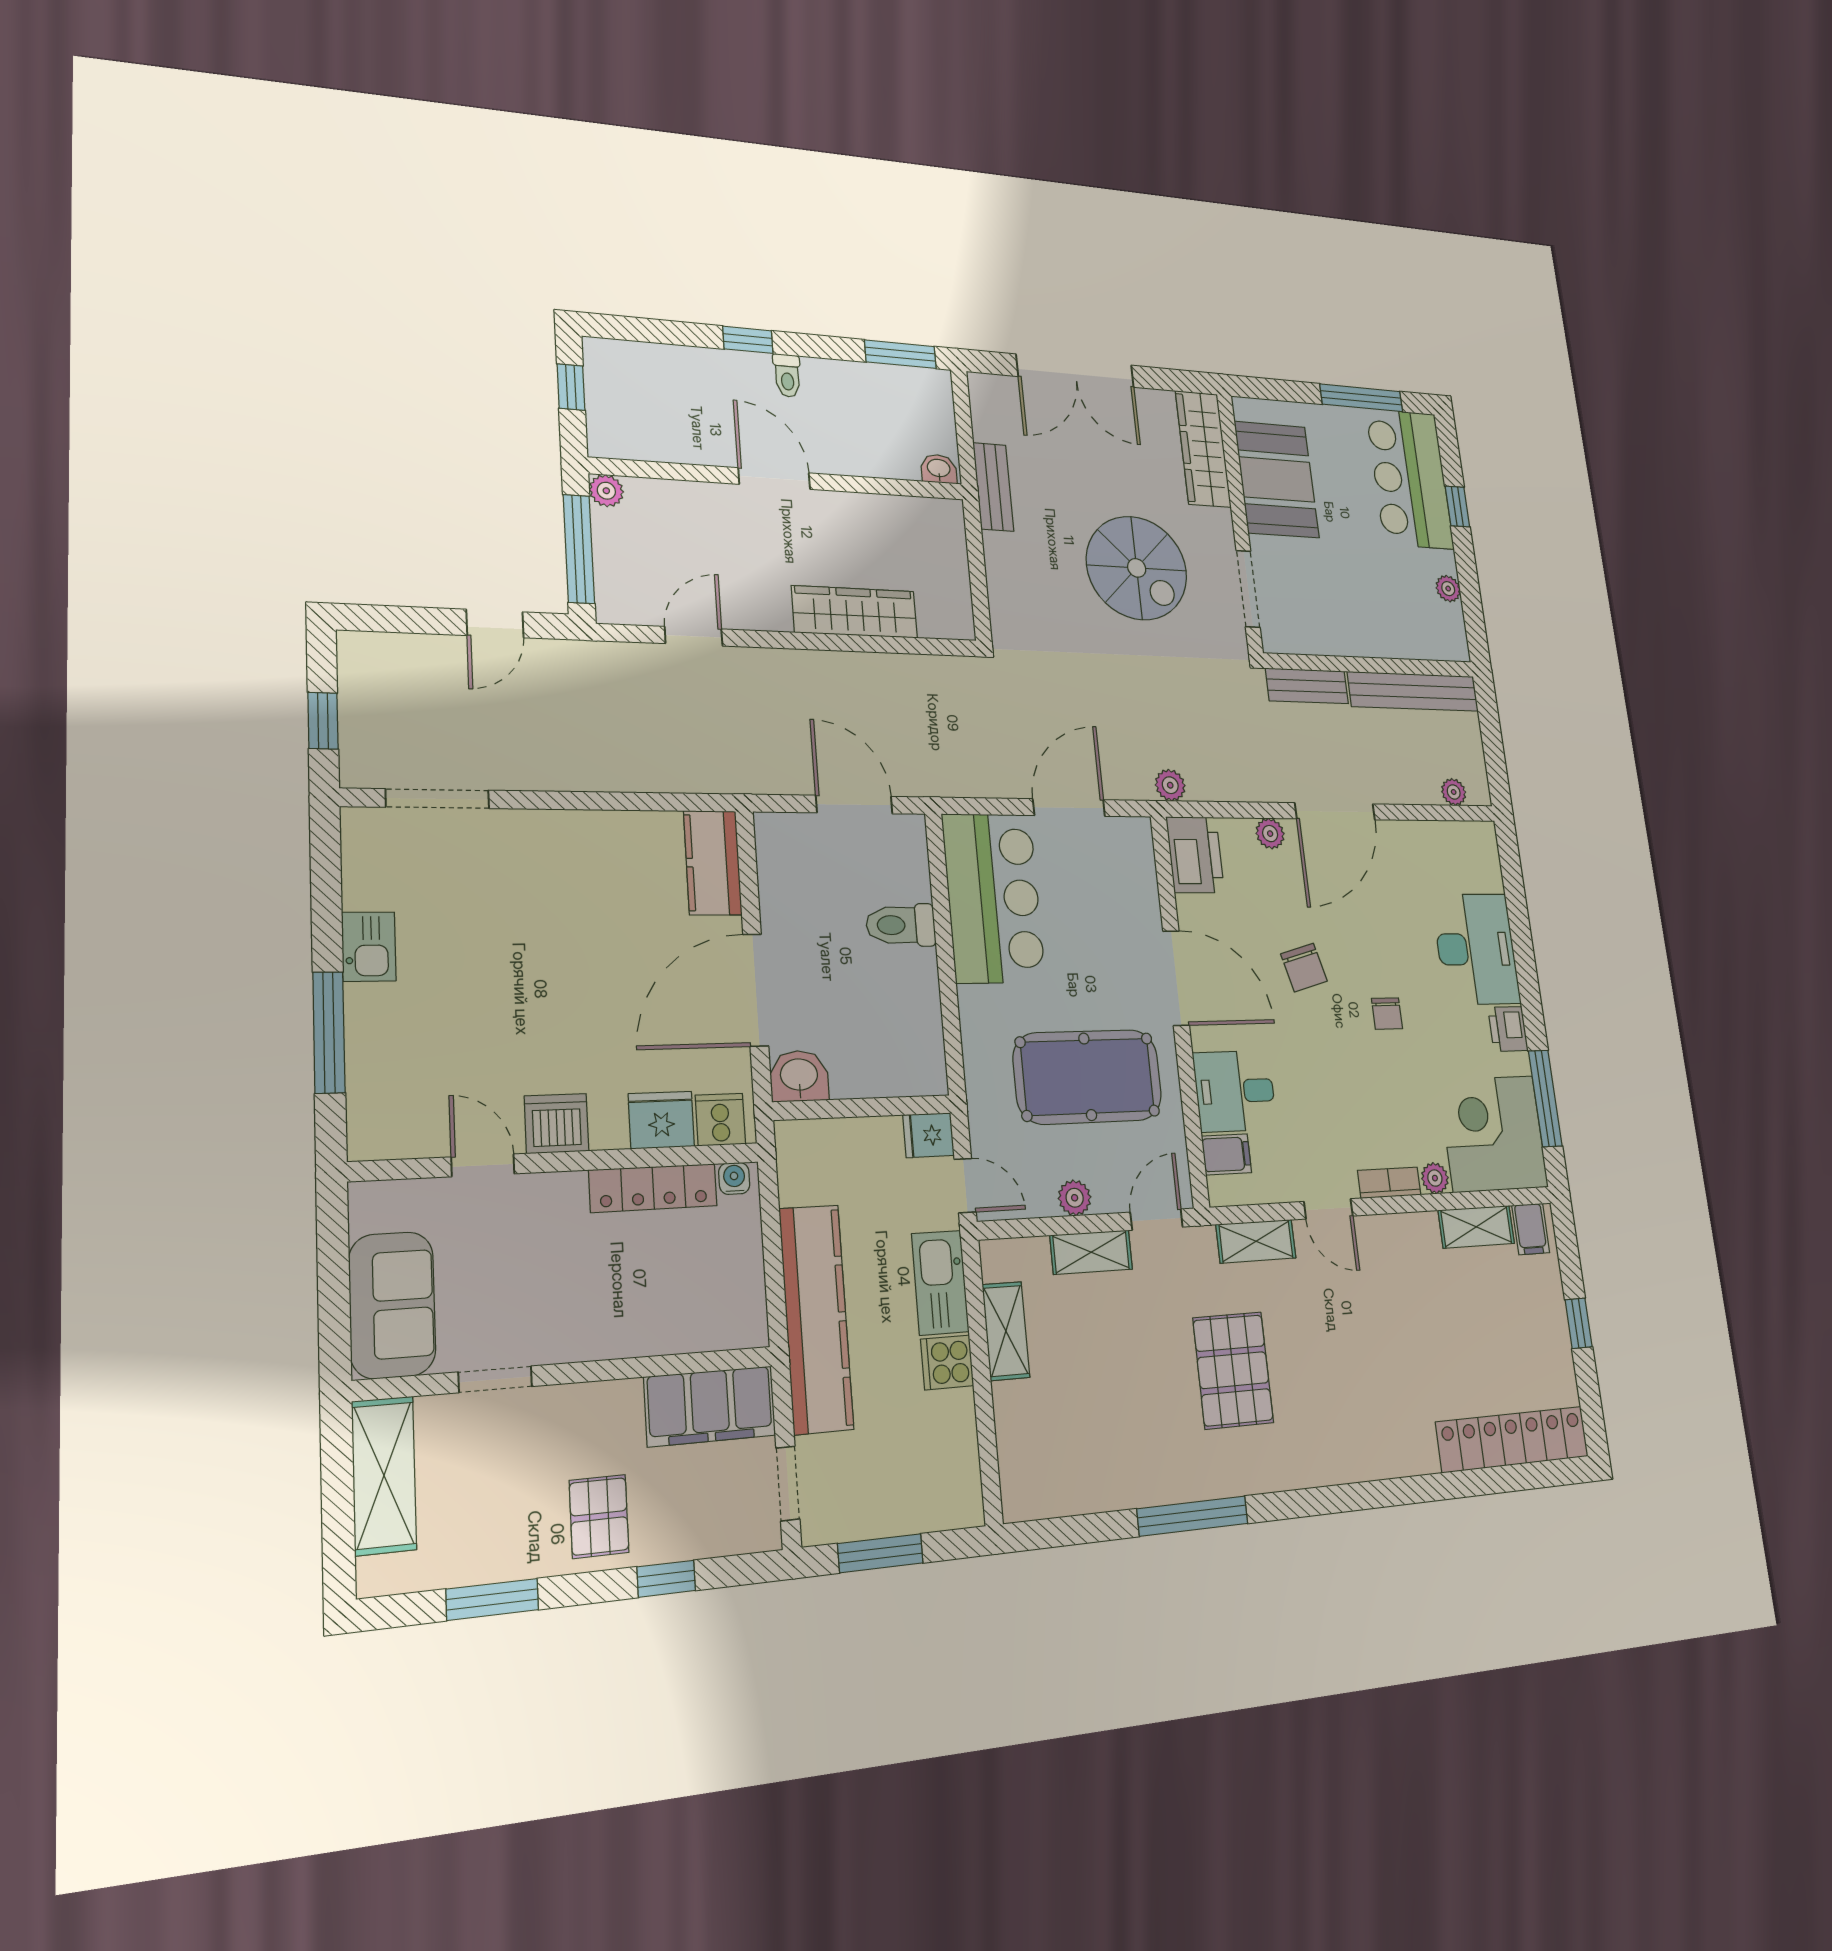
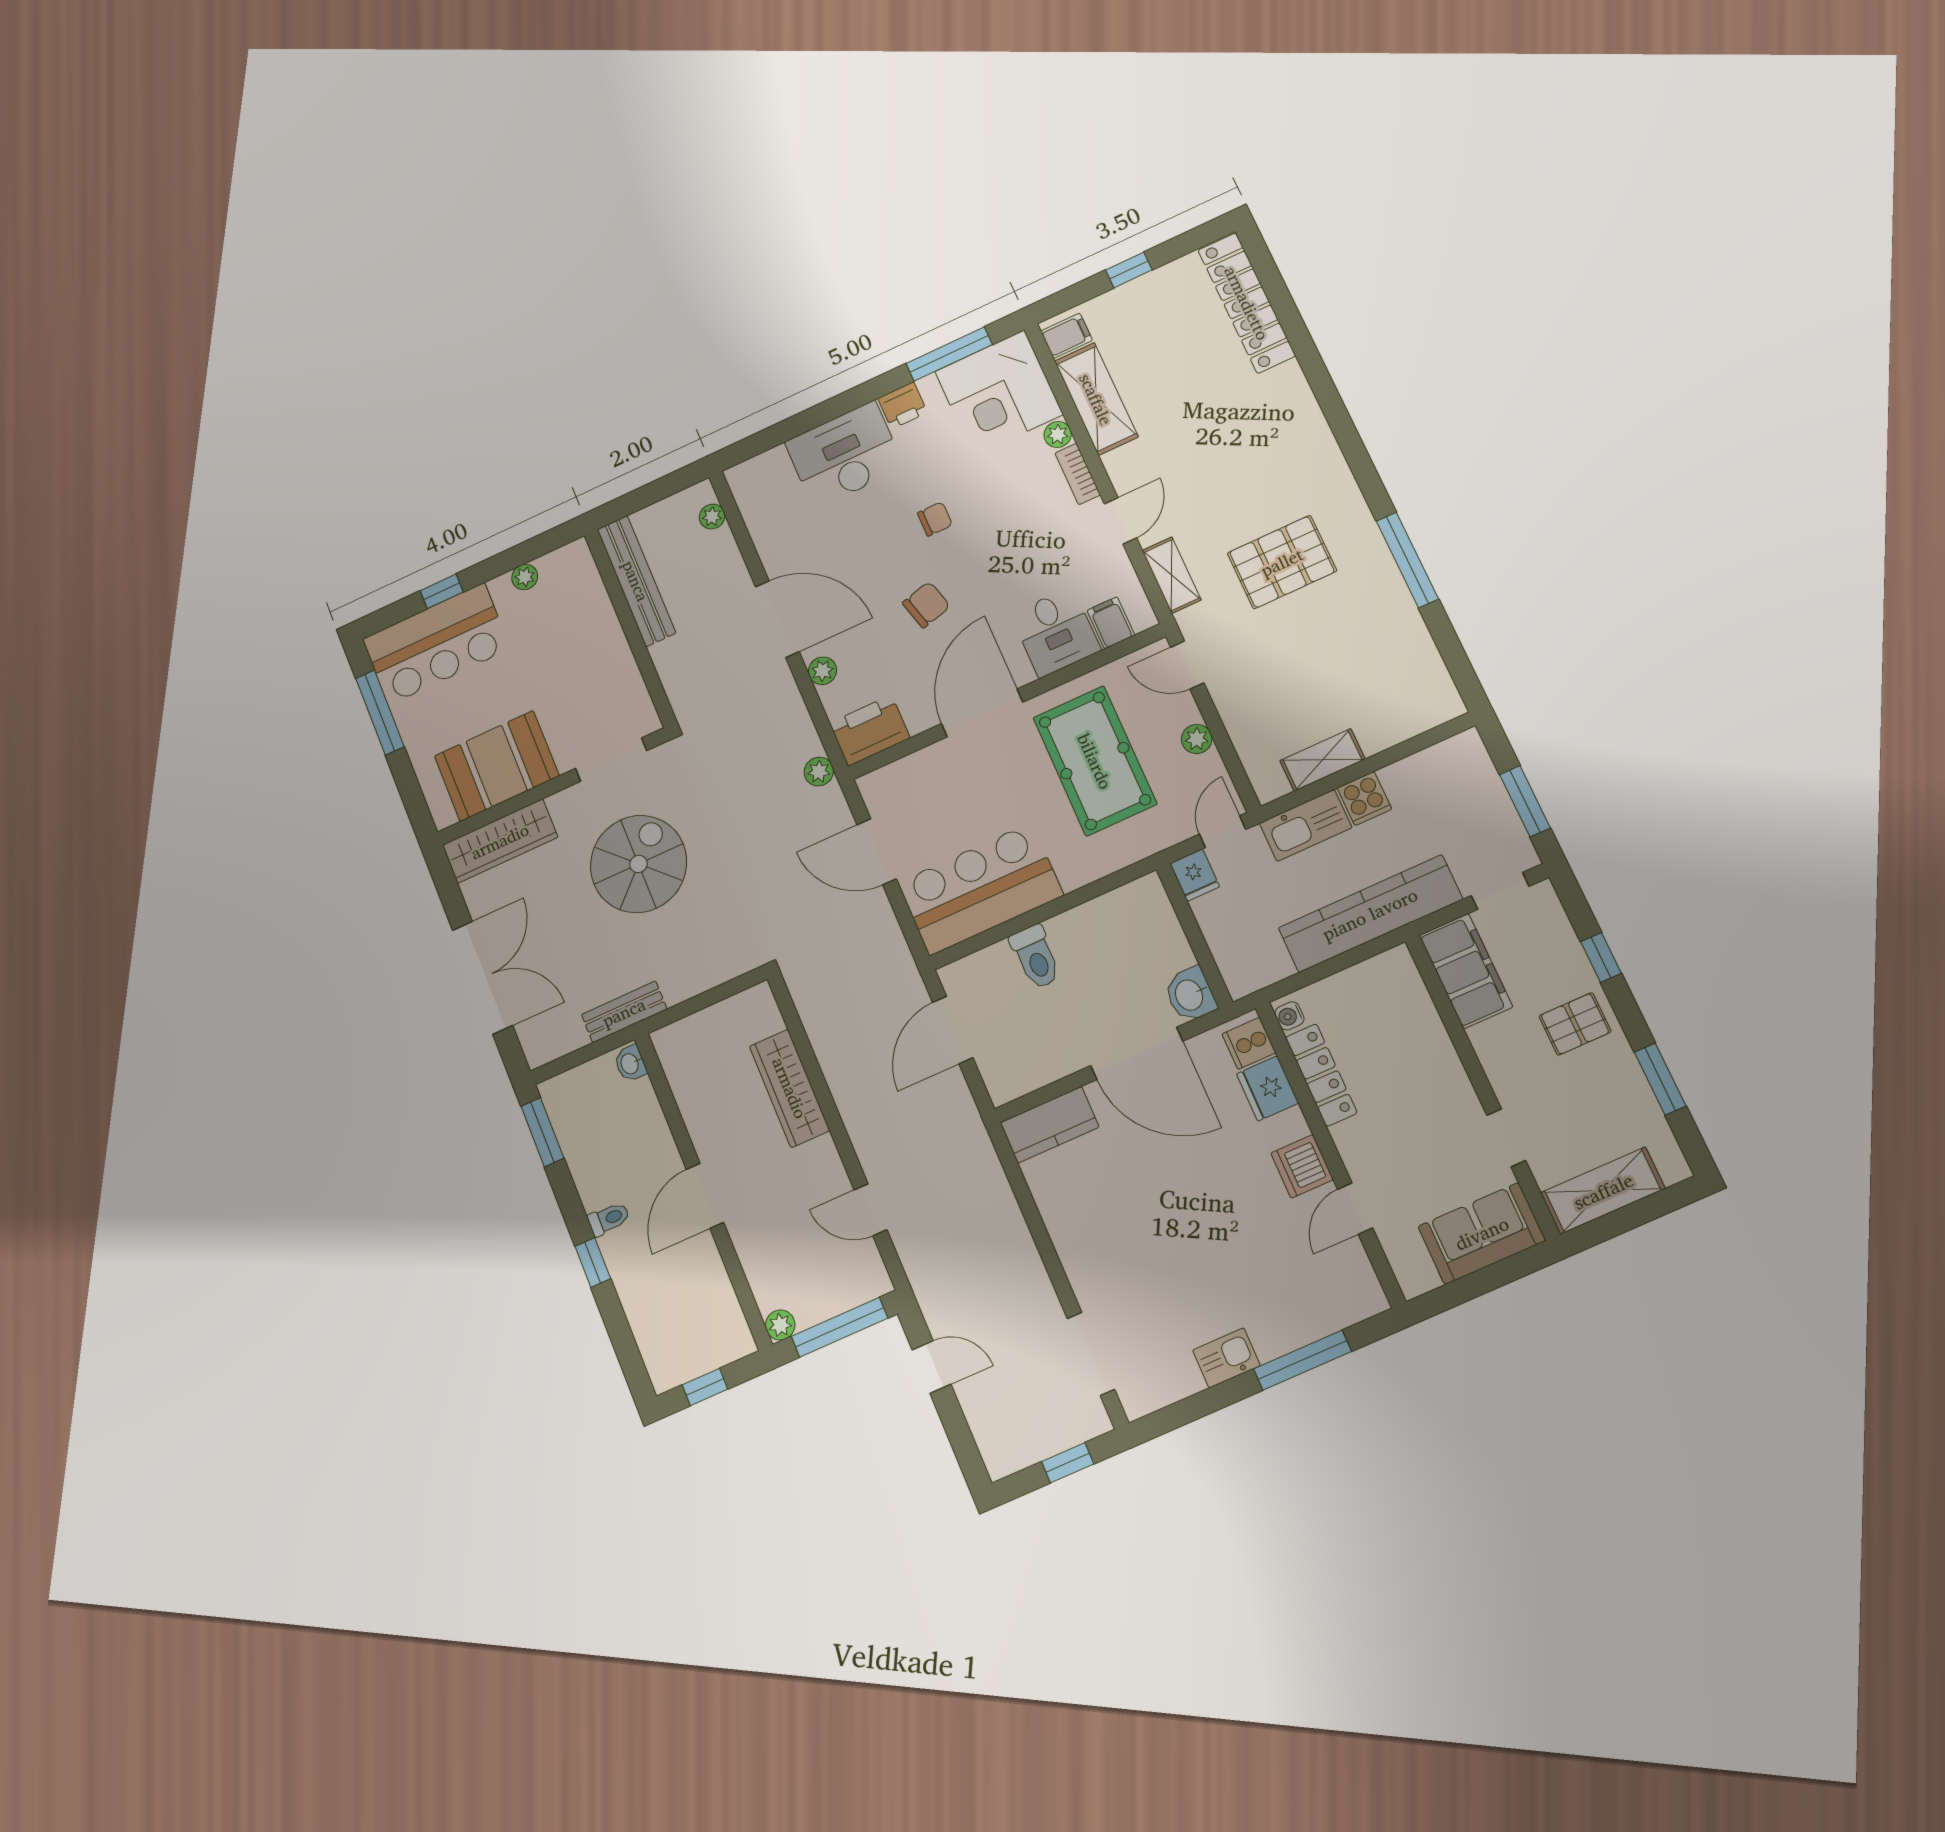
bench: (1307, 686) -> (676, 679), removed
shelving: (1476, 1227) -> (1096, 399), width x1.50, depth x1.33
shelving: (1091, 1252) -> (1234, 711), removed

